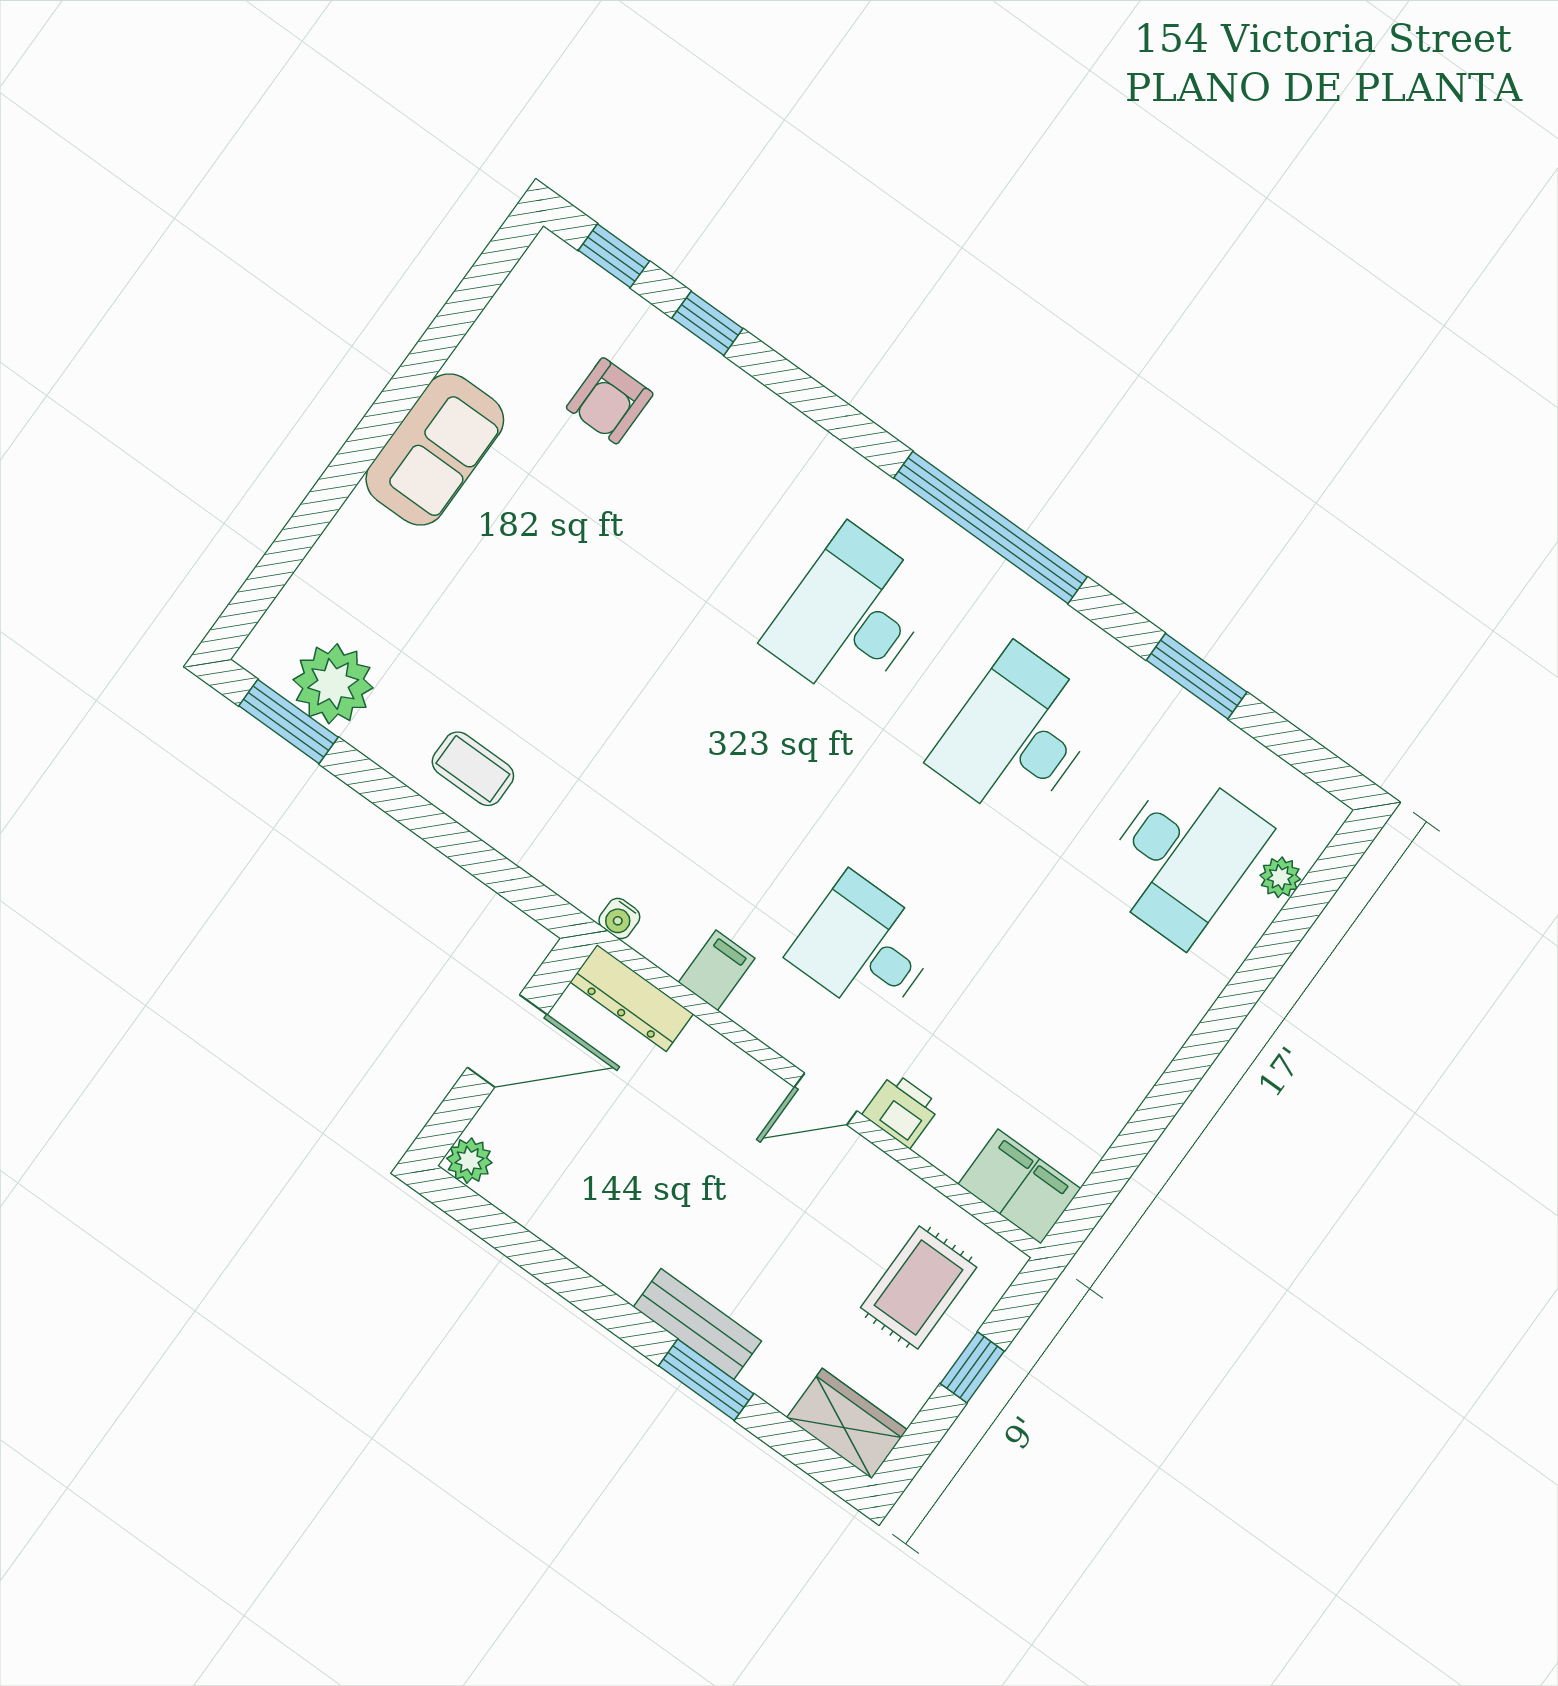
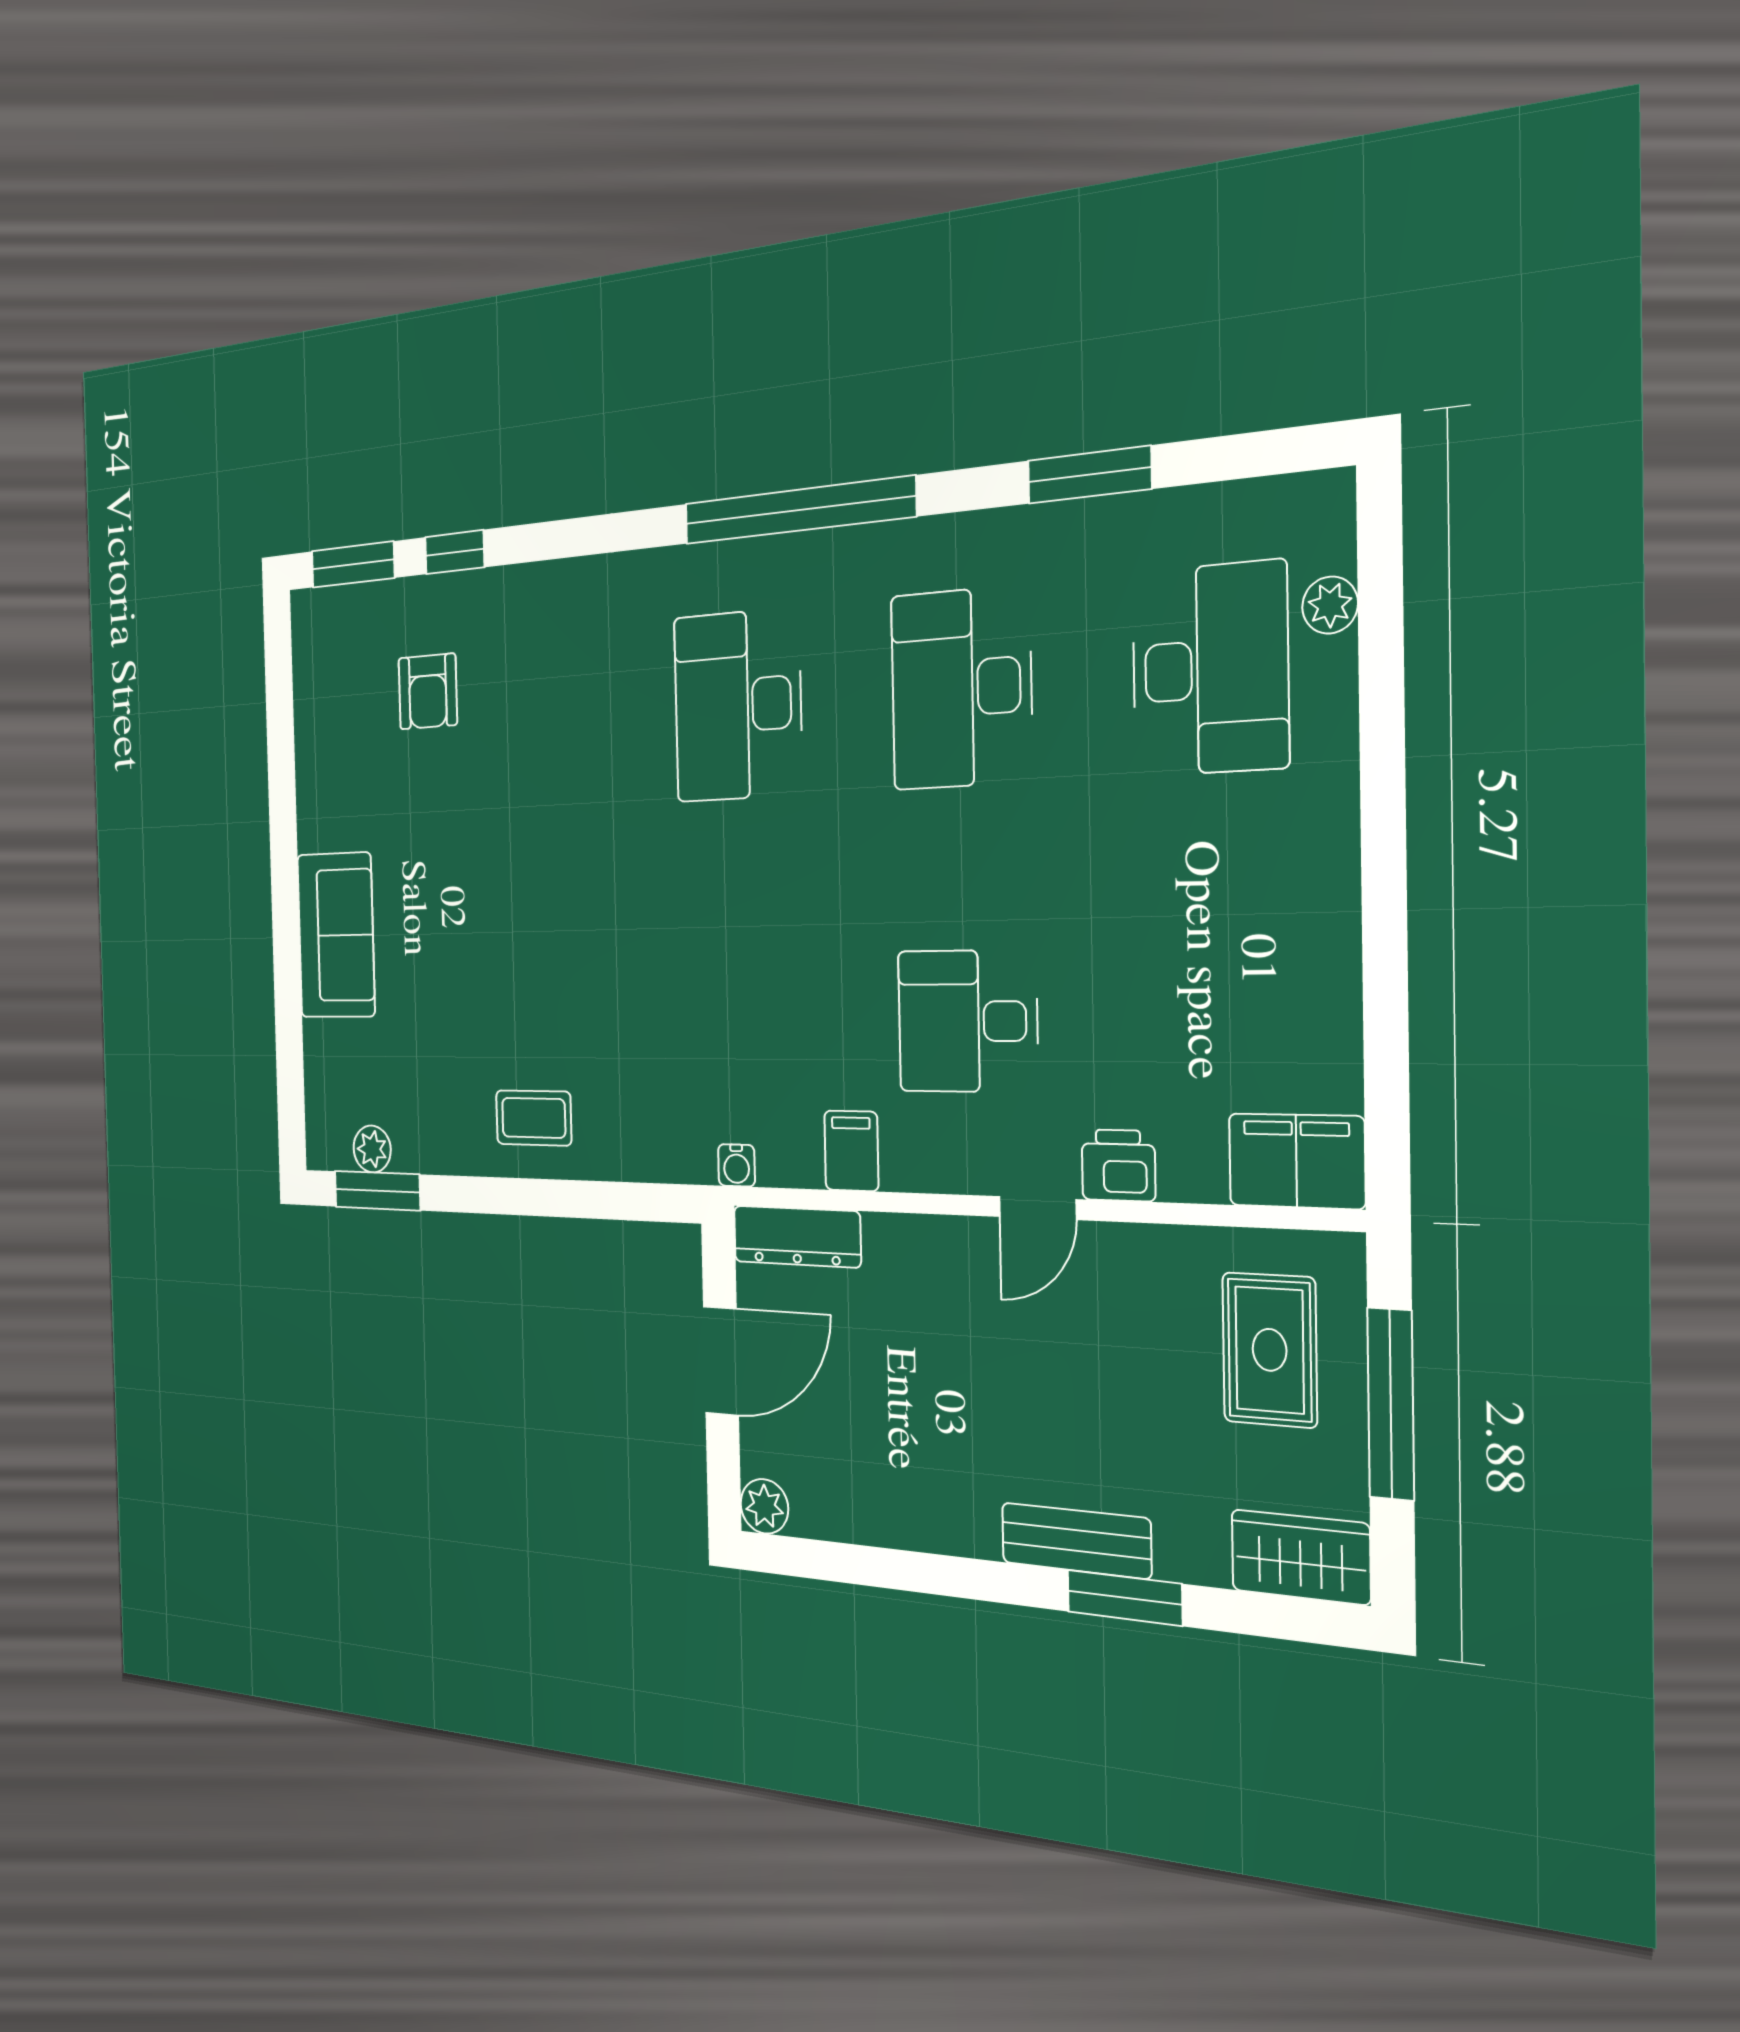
window: (614, 256) -> (353, 565), width x1.50
sofa: (435, 450) -> (336, 935), moved
plant: (333, 684) -> (372, 1149), width x0.53, depth x0.53
window: (972, 1367) -> (1391, 1404), width x2.17

